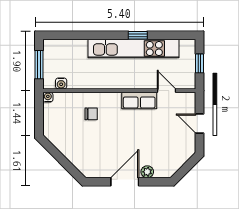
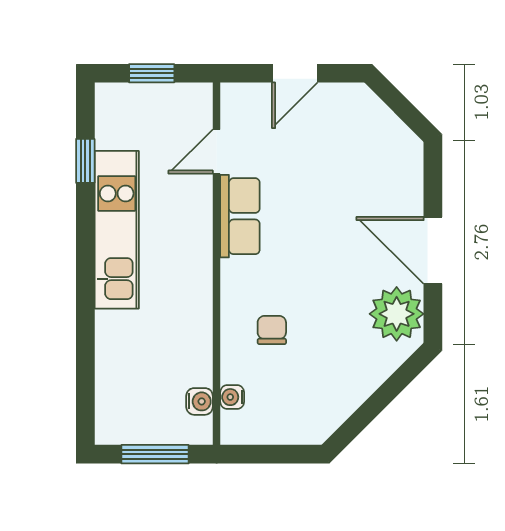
window: (138, 35) -> (85, 161), moved
kitchen unit: (133, 49) -> (117, 230), width x0.73
water cooler: (48, 97) -> (232, 397), moved
plant: (147, 172) -> (397, 314), moved, width x1.87, depth x1.87

